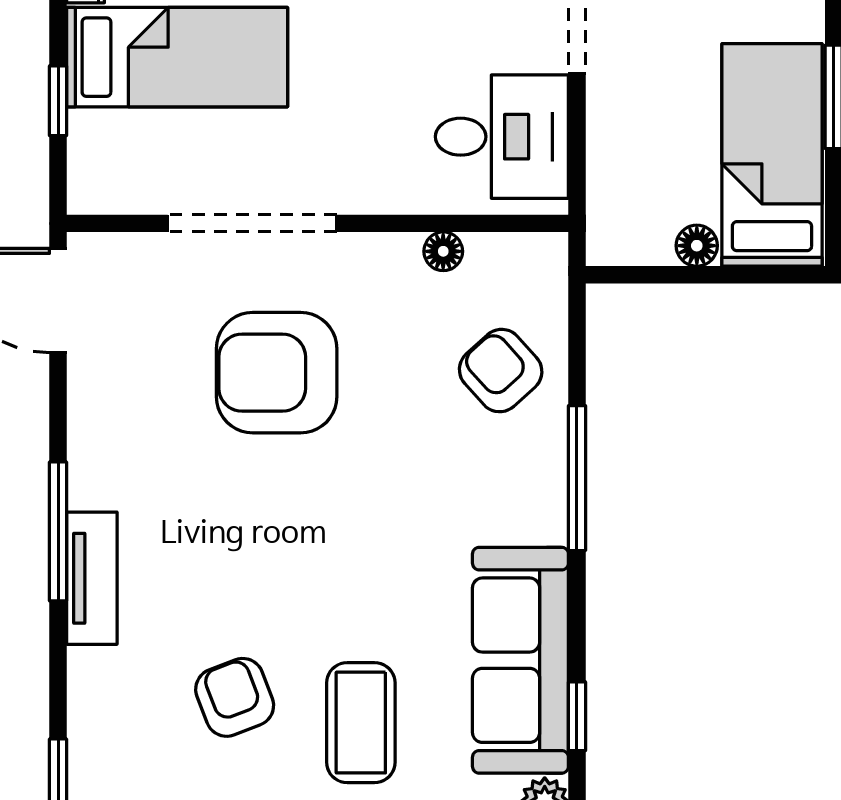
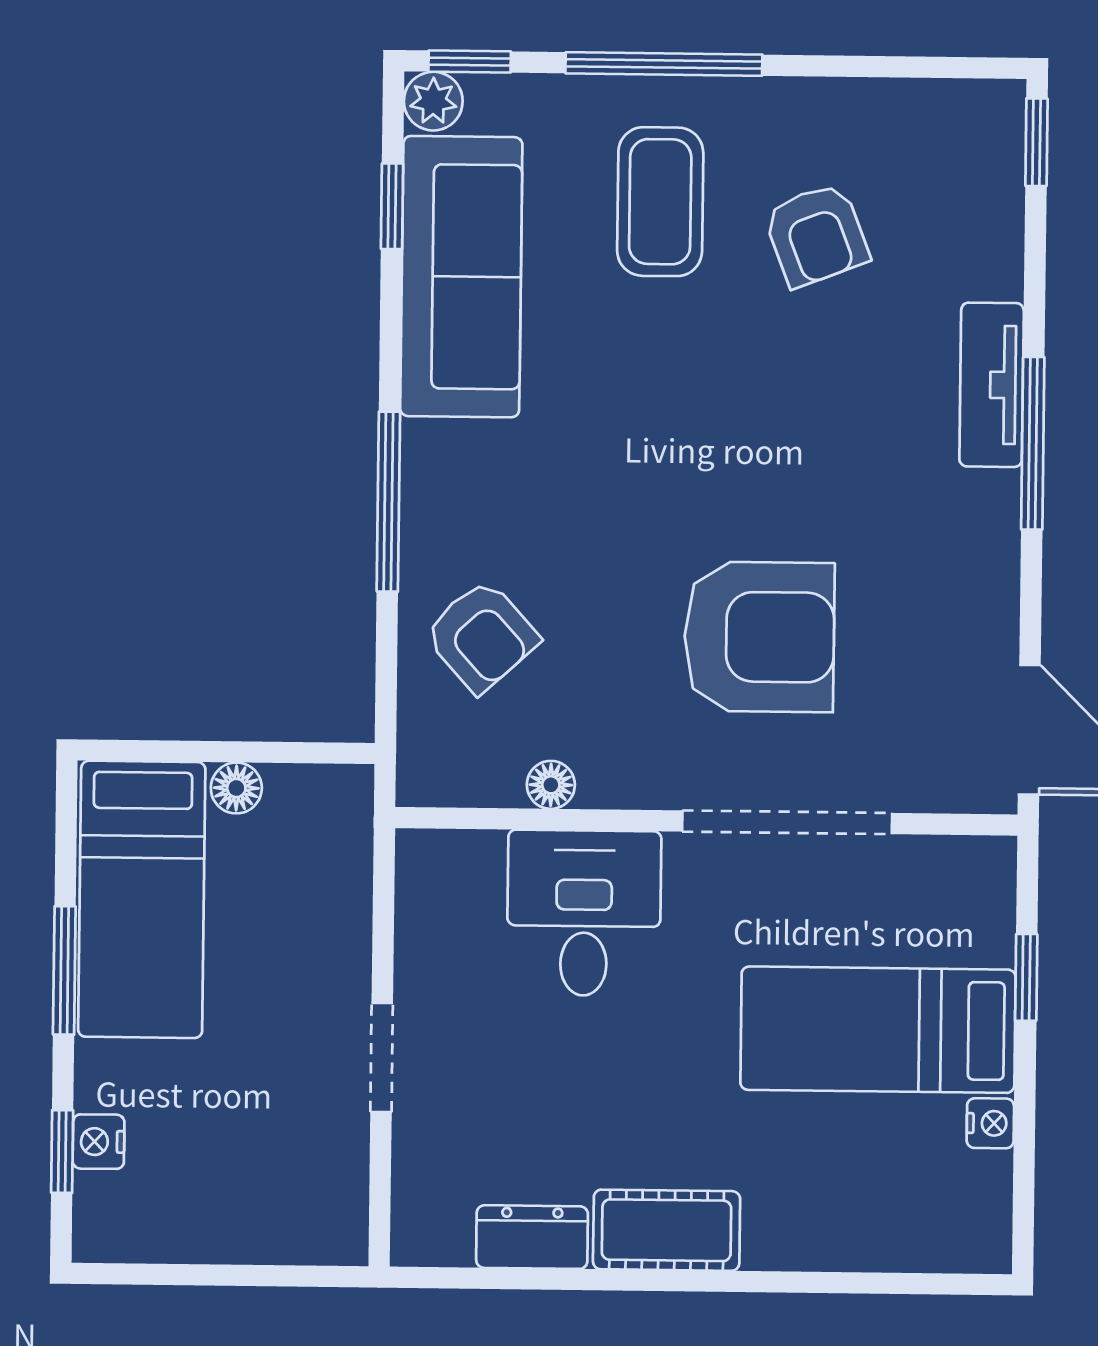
desk: (502, 137) -> (584, 913), moved, turned 90

